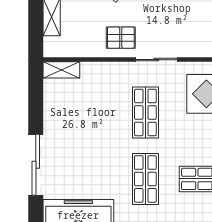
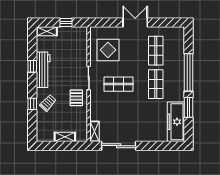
sliding door: (36, 165) -> (119, 146), moved
shop shelf: (145, 179) -> (156, 84), turned 90

